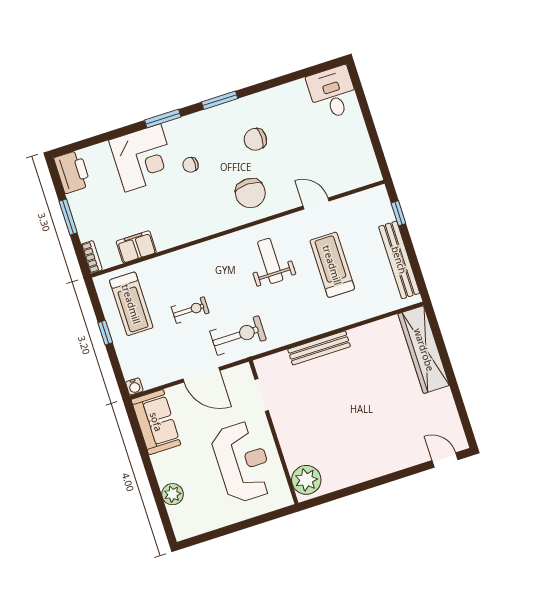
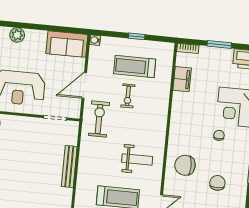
treadmill: (131, 304) -> (135, 67), moved
exercise bike: (238, 335) -> (99, 119), turned 180

